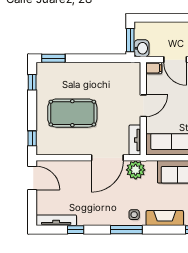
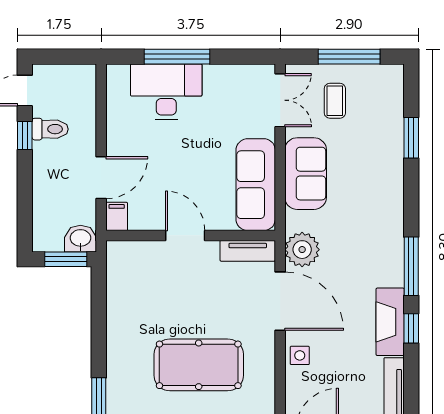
pool table: (72, 113) -> (199, 365), turned 90
side table: (134, 215) -> (300, 355), moved
fireplace: (165, 218) -> (390, 322), moved
window: (76, 230) -> (411, 328), moved

